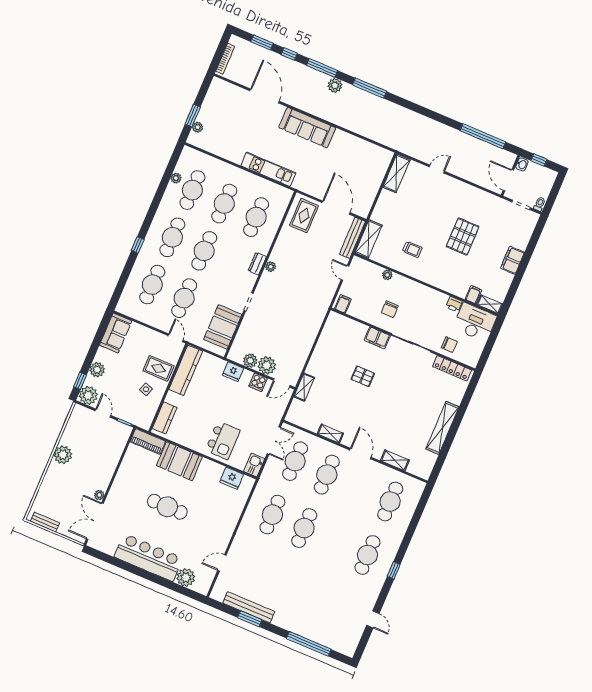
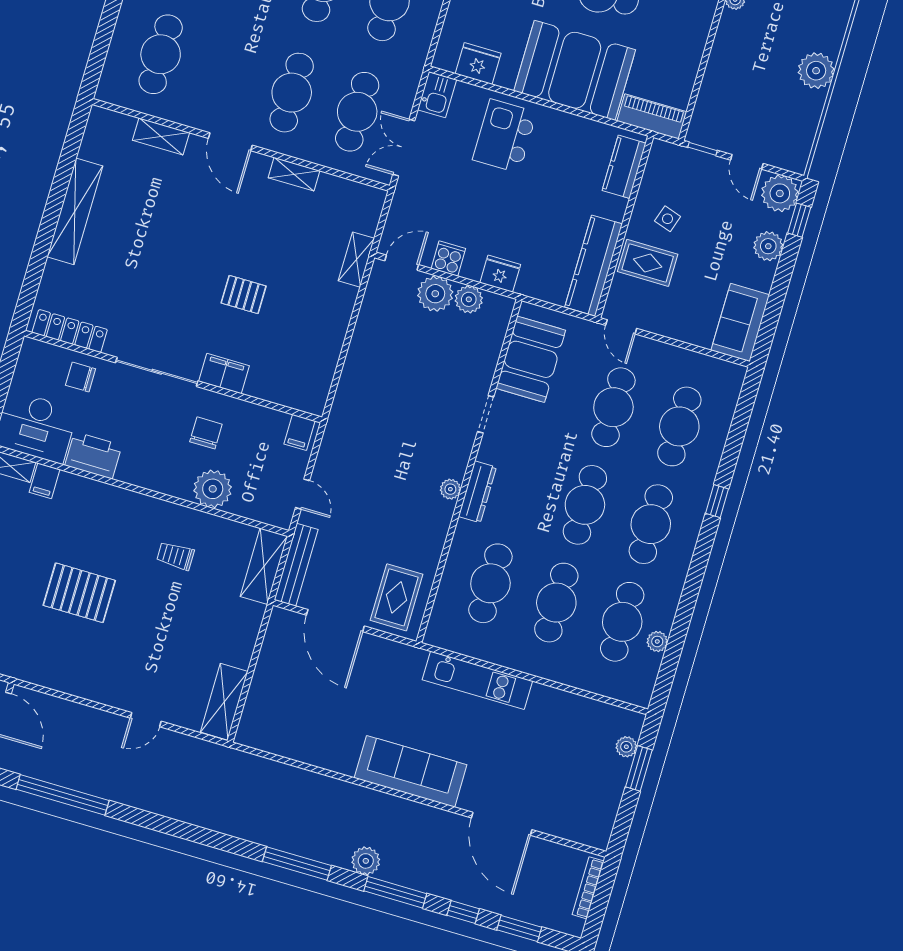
pallet: (463, 237) -> (79, 593), turned 90
dresser: (257, 264) -> (477, 492), width x1.44
plant: (387, 275) -> (213, 489), width x1.87, depth x1.87
printer: (454, 304) -> (93, 455), width x1.87, depth x1.48
booth: (179, 461) -> (575, 70), width x1.36, depth x1.42

